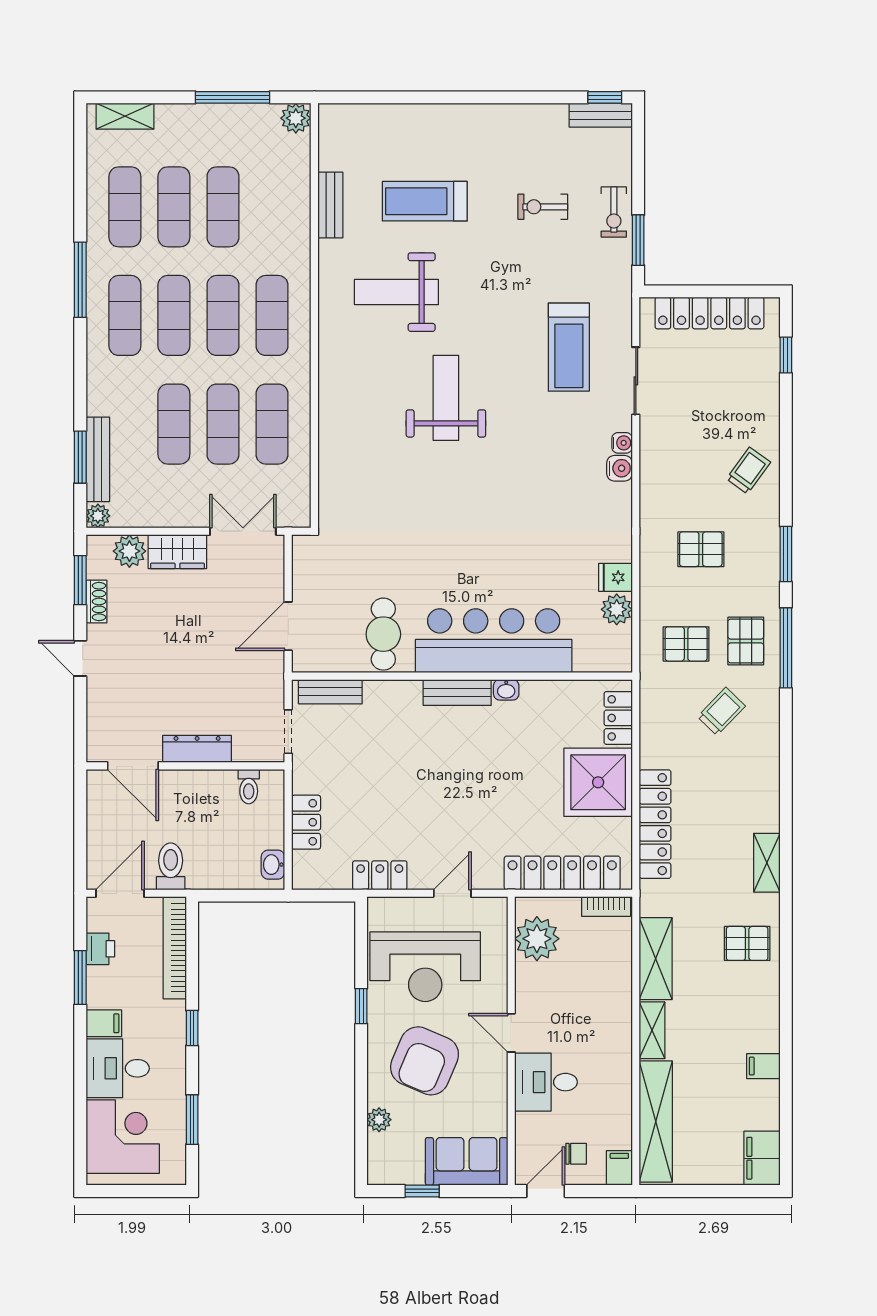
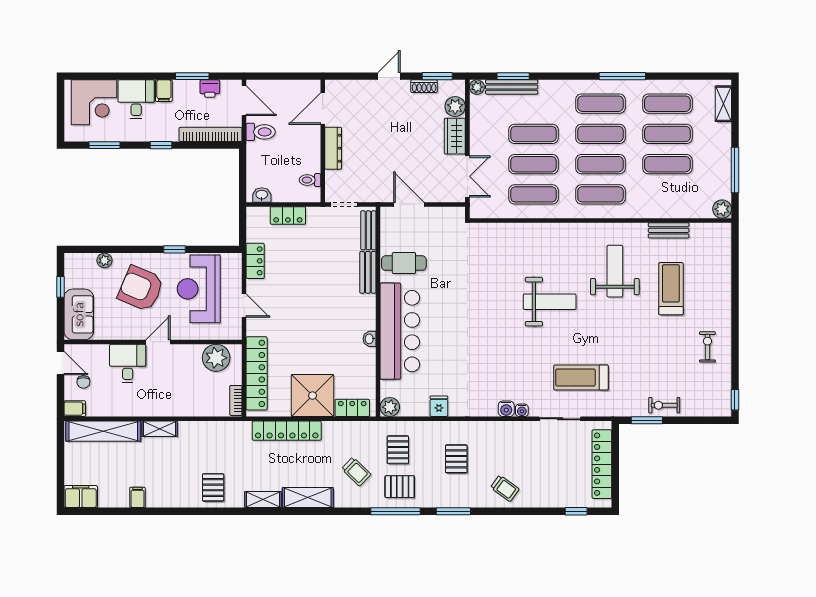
bench: (601, 115) -> (724, 397), removed
exercise bike: (543, 207) -> (707, 347), moved
plant: (617, 609) -> (390, 407), moved
bench: (457, 693) -> (368, 272), moved
shelving: (656, 959) -> (308, 498), moved

